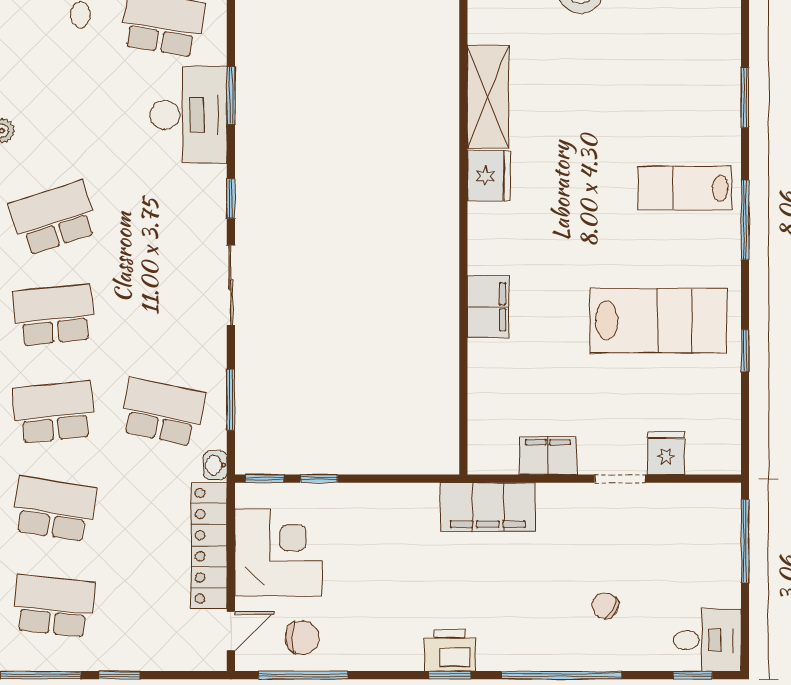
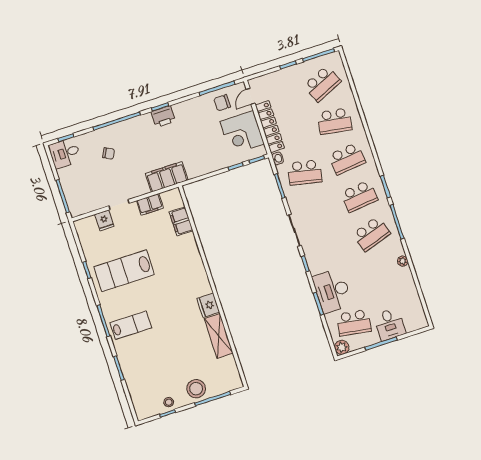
filing cabinet: (488, 307) -> (181, 221), moved
school desk: (54, 606) -> (322, 84), turned -30

